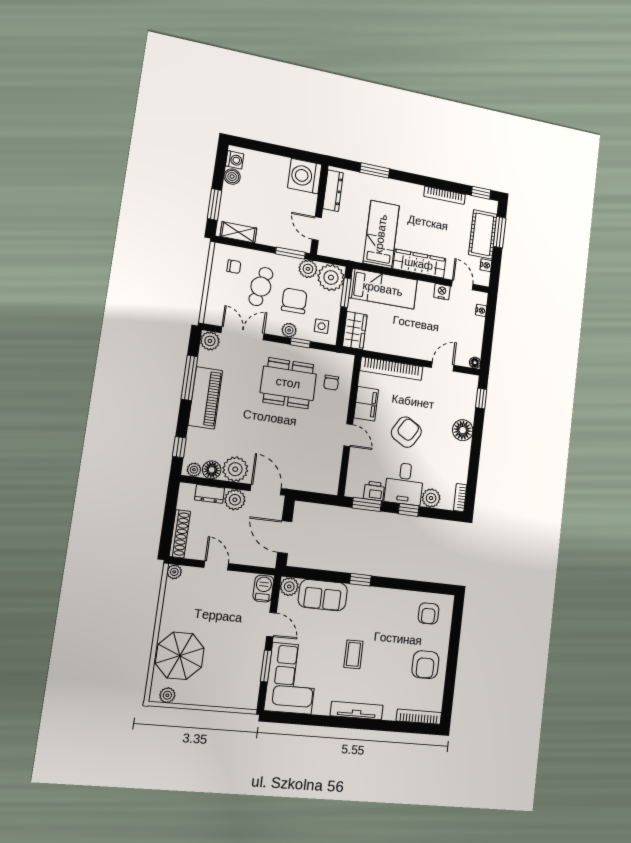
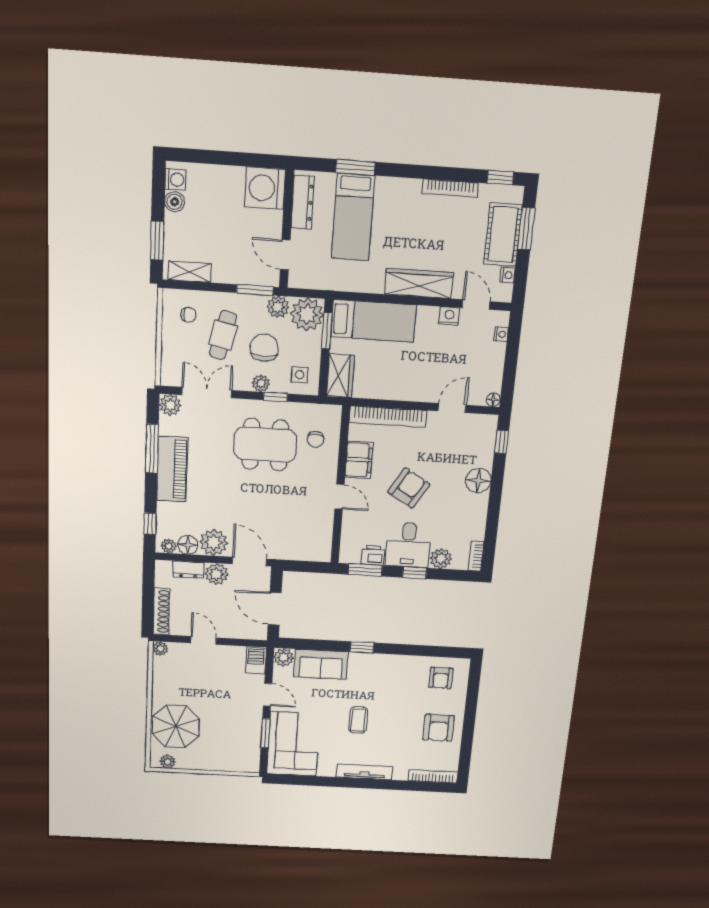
bed: (381, 234) -> (353, 217), moved, turned 180

